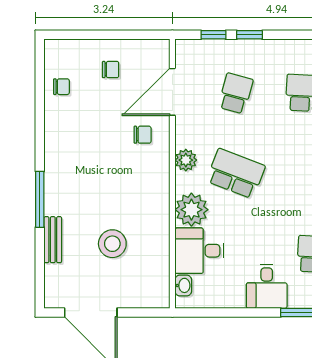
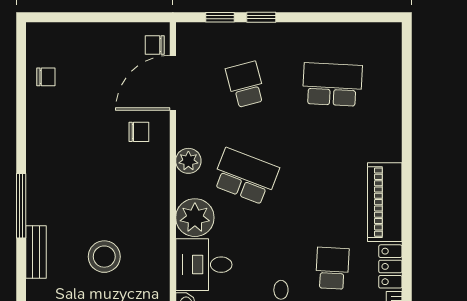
chair: (111, 70) -> (155, 45), moved, turned 180
school desk: (236, 93) -> (245, 84), turned -30

